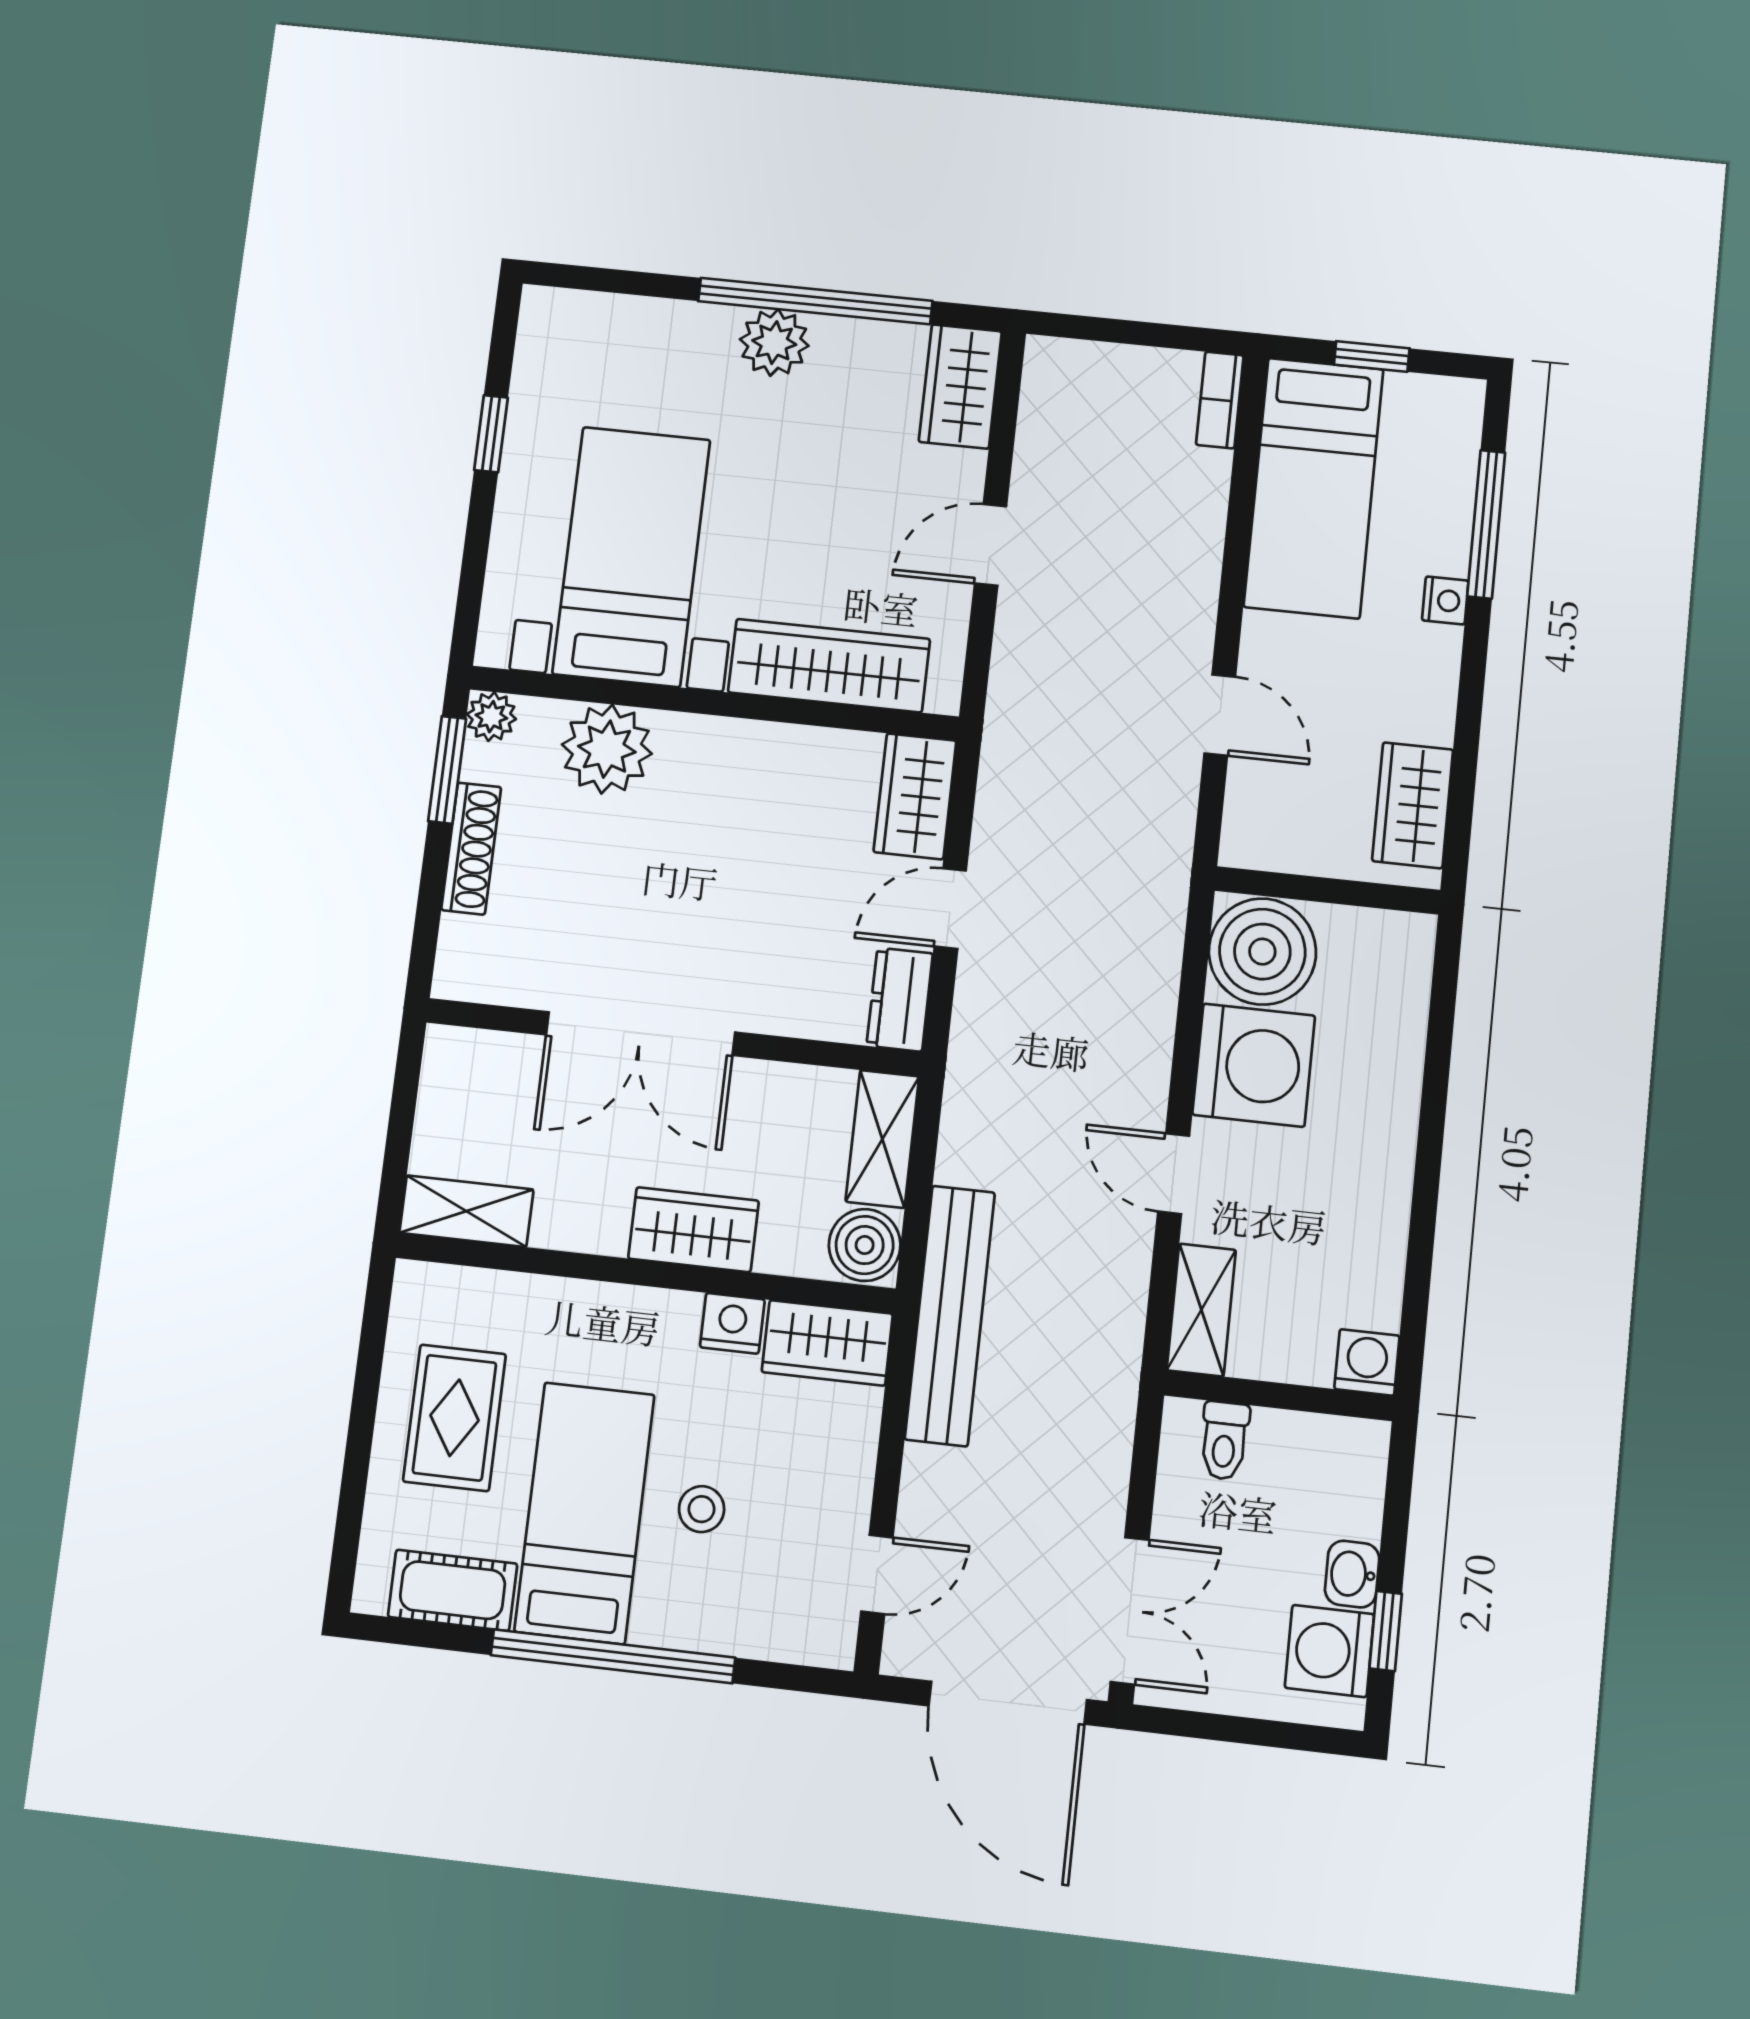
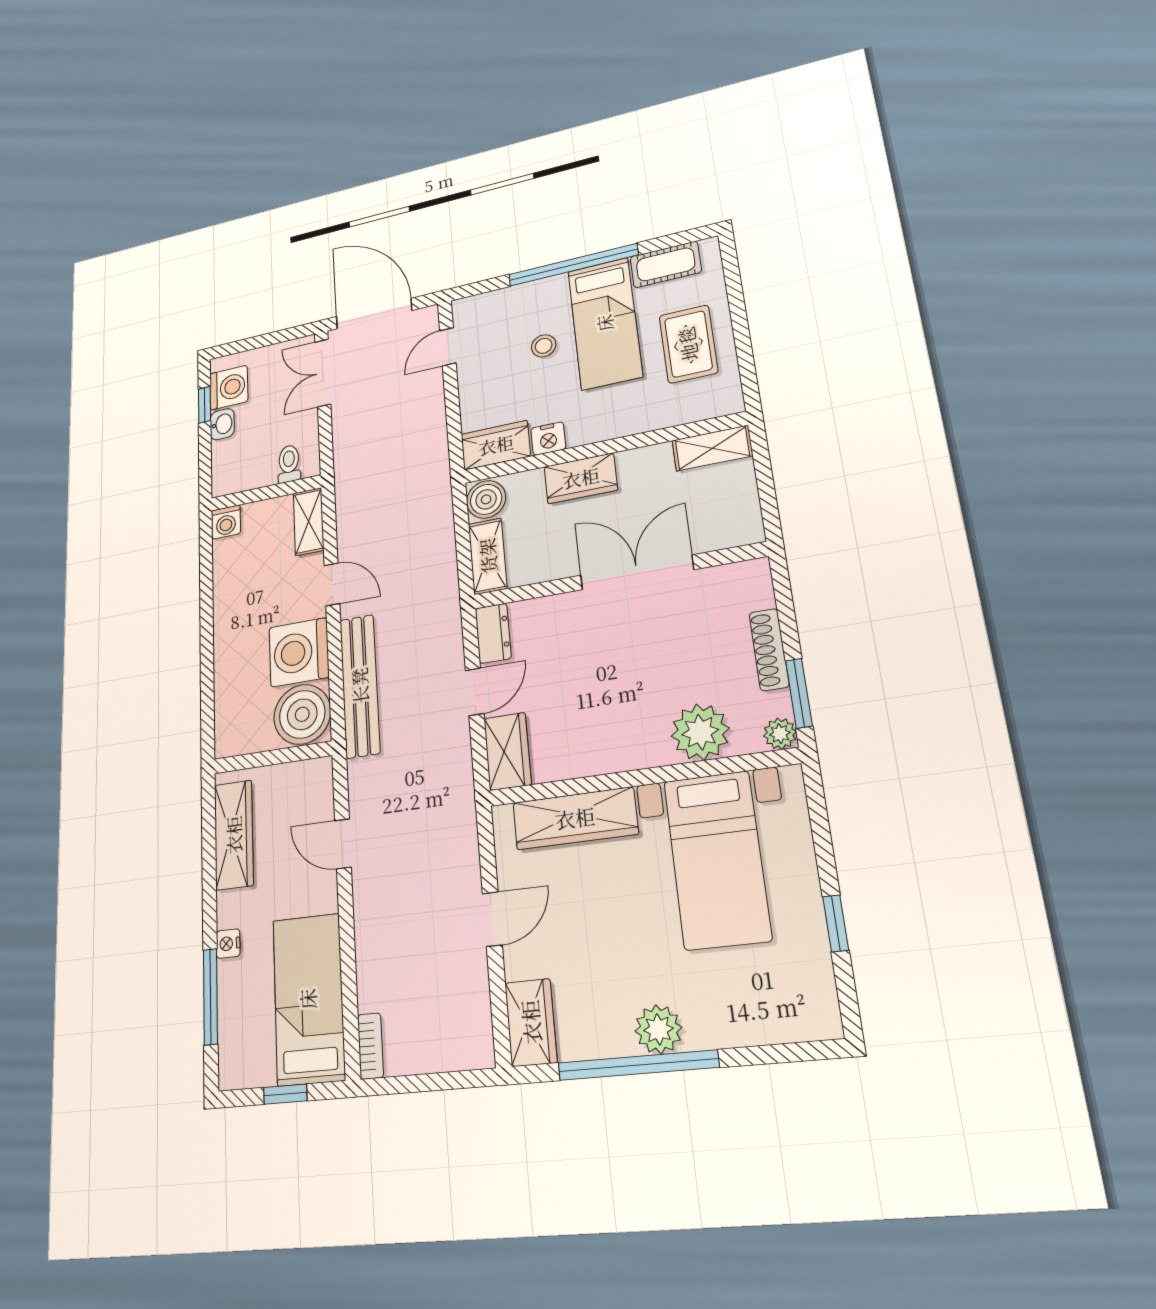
wardrobe: (1413, 805) -> (234, 835), width x1.50
bench: (950, 1316) -> (360, 686), moved

